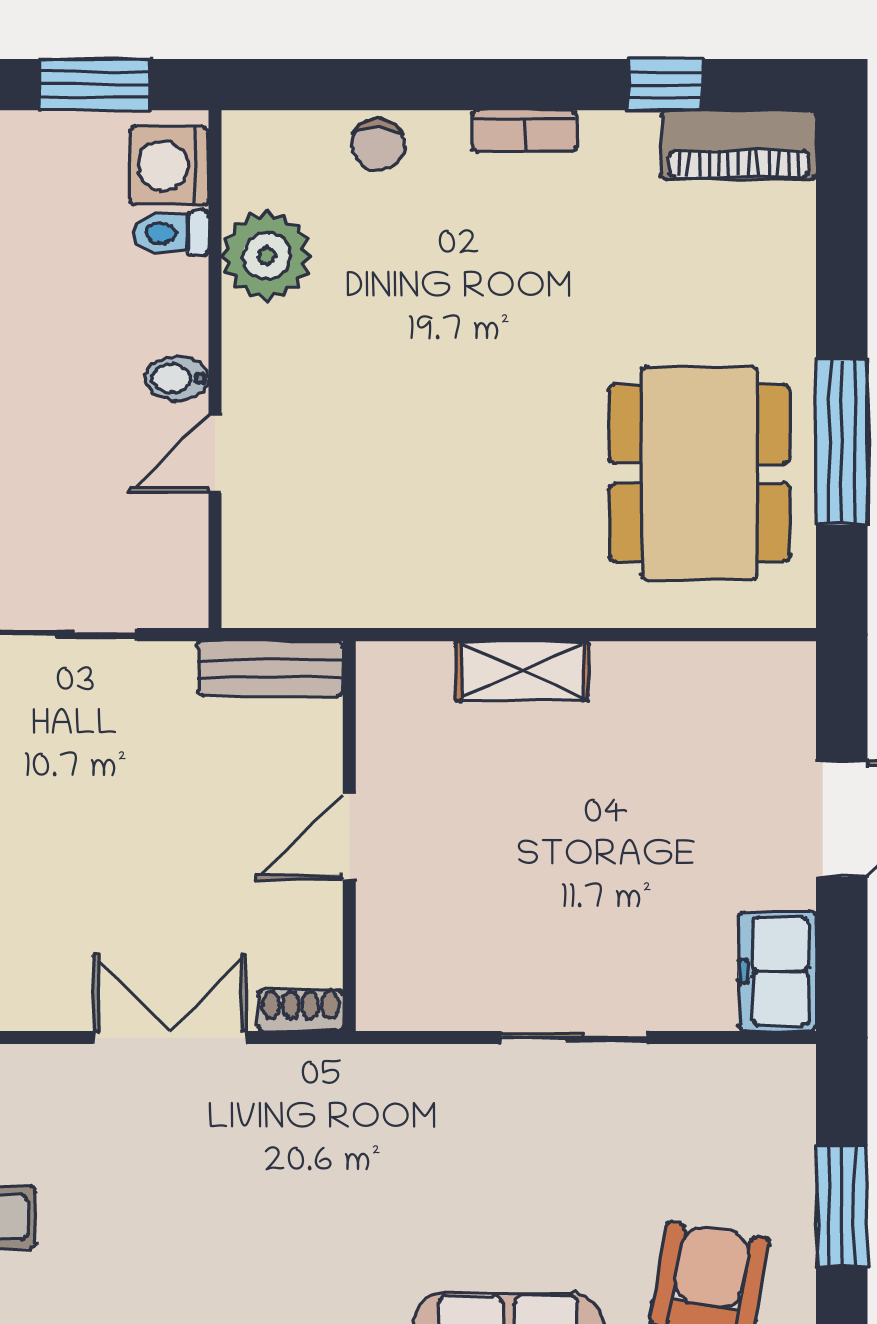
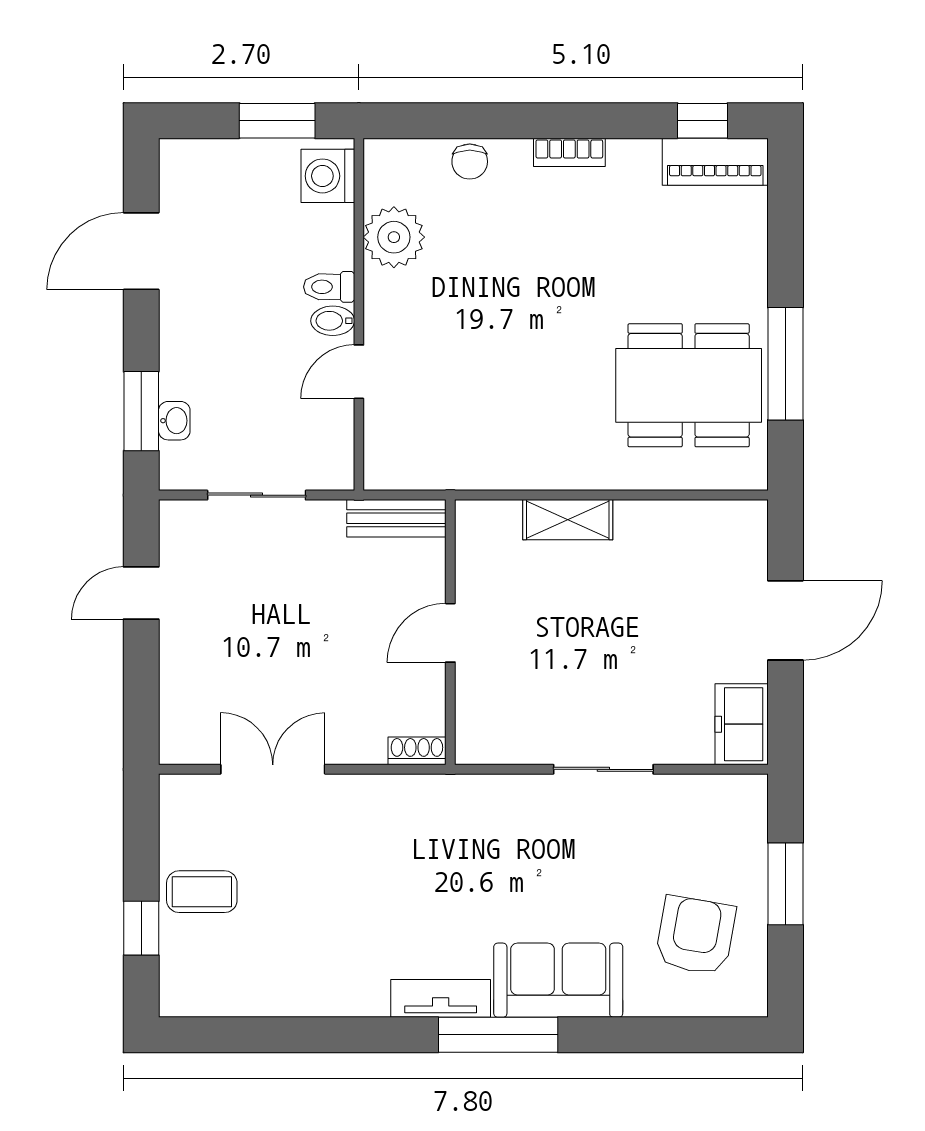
window: (665, 85) -> (703, 121), moved
toilet: (171, 233) -> (329, 287), moved
dining table: (700, 473) -> (689, 385), turned 90
double door: (169, 1038) -> (273, 769), moved

